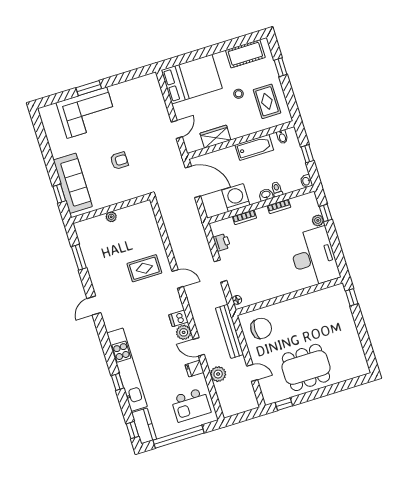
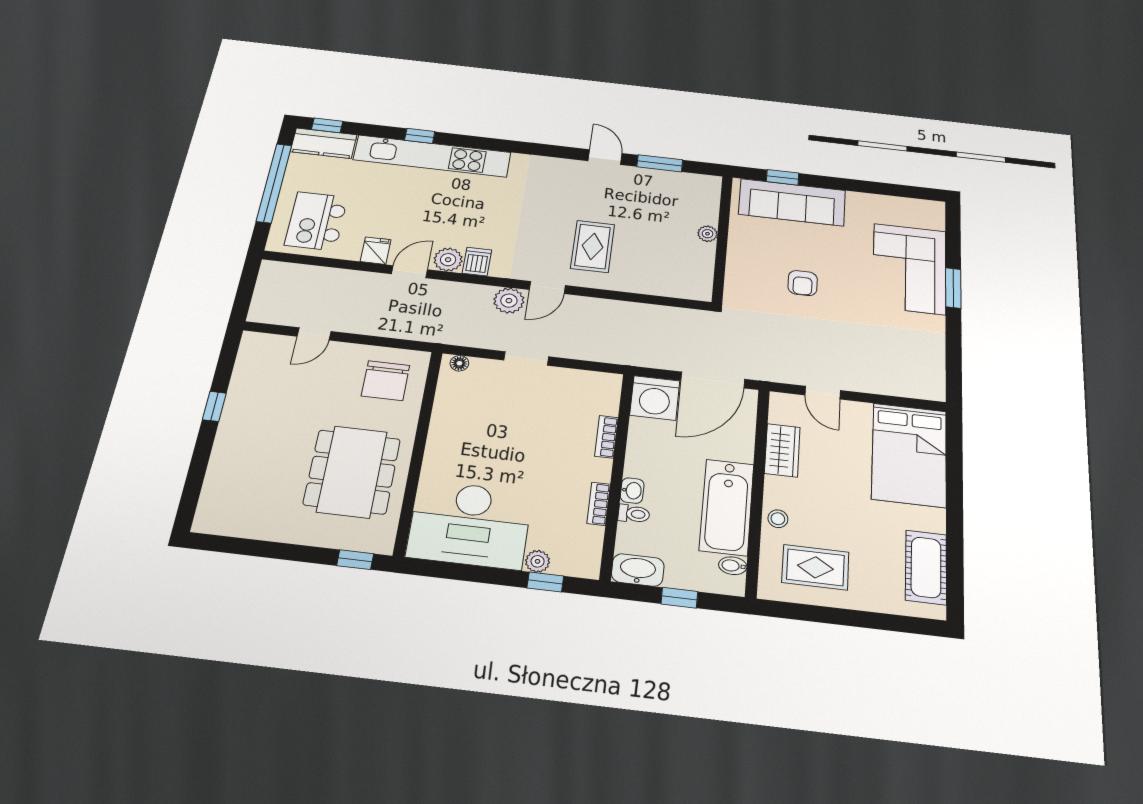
window: (281, 67) -> (875, 621), removed
stool: (239, 94) -> (778, 519), moved
bathtub: (254, 147) -> (727, 507), width x1.36, depth x1.36
washbasin: (306, 181) -> (638, 570), width x1.91, depth x1.45
washing machine: (236, 198) -> (655, 398), moved, turned 90
printer: (222, 242) -> (578, 381), removed
door: (94, 306) -> (605, 157), moved
bench: (229, 331) -> (409, 329), removed
dining table: (306, 367) -> (352, 472), moved
plant: (218, 374) -> (509, 301), moved
window: (284, 404) -> (214, 406), moved

